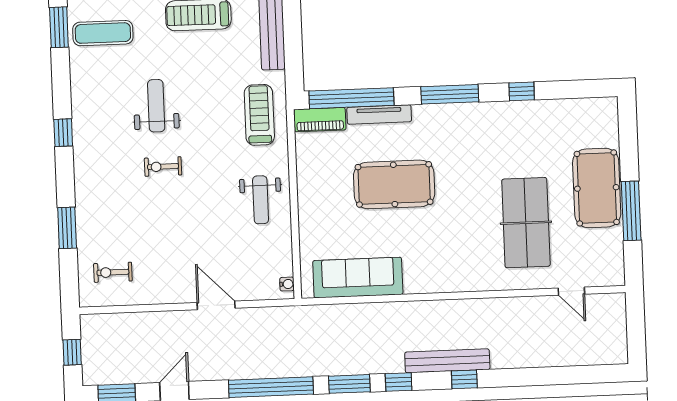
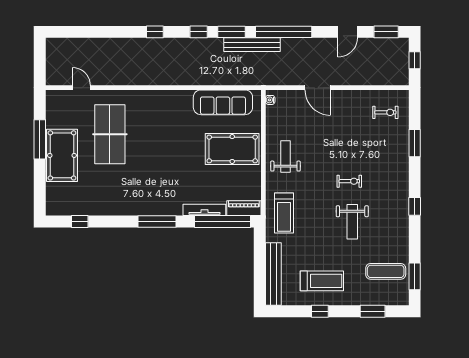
window: (522, 91) -> (80, 222), moved
pool table: (394, 184) -> (232, 149), moved
bench: (447, 361) -> (252, 45), moved

